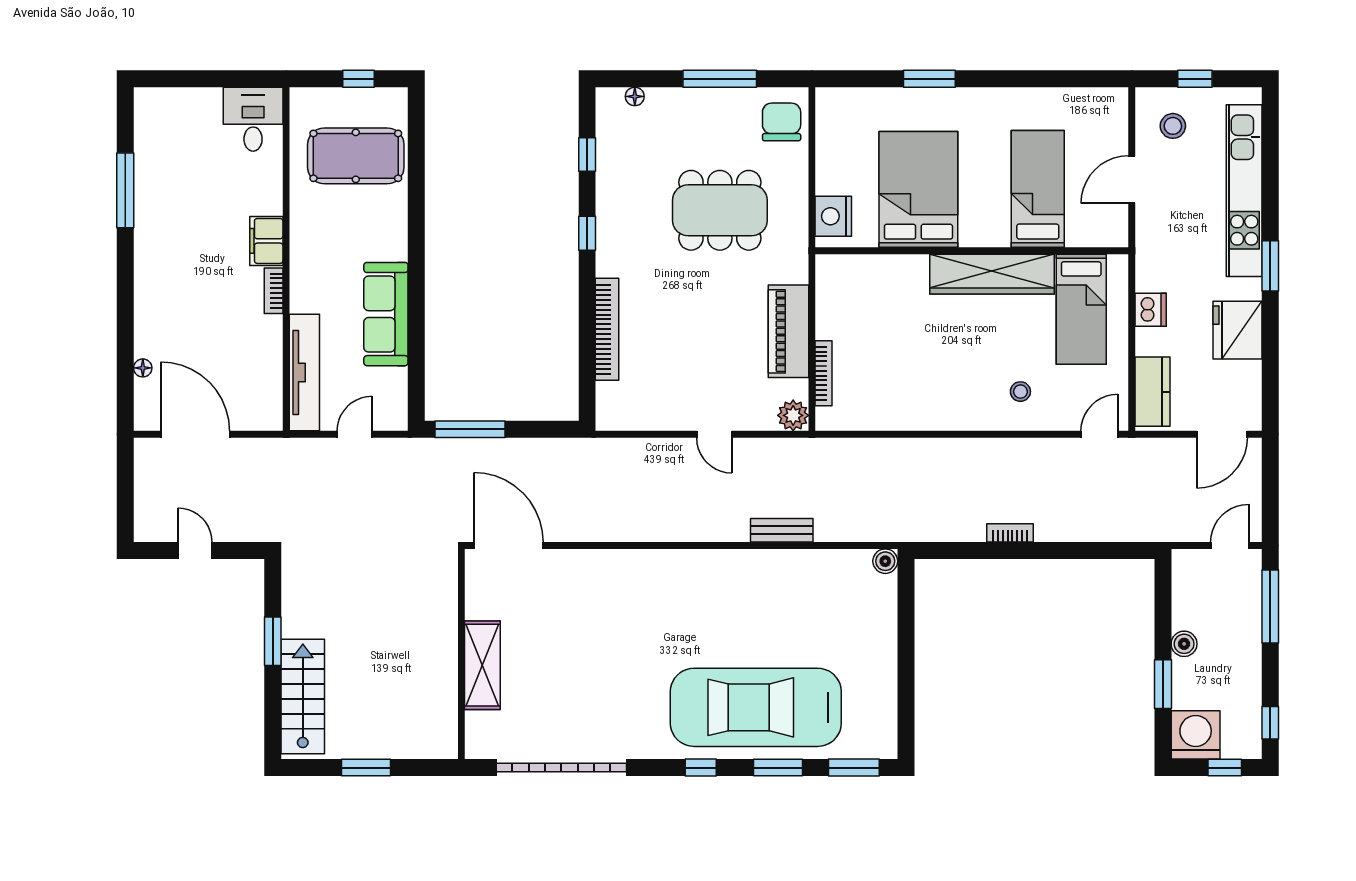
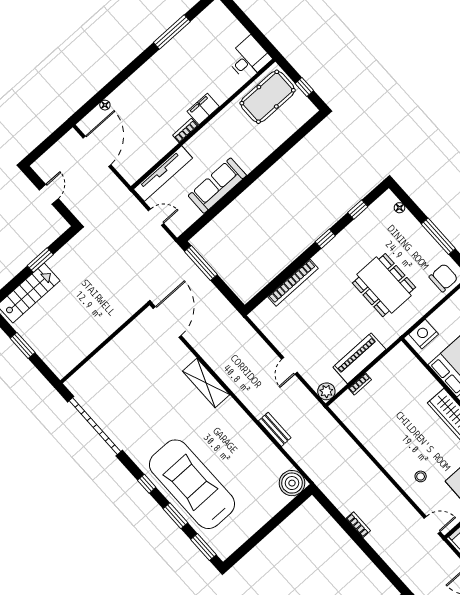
pool table: (356, 156) -> (268, 97), moved, turned 90
bookcase: (824, 373) -> (360, 384), width x0.64
boiler: (885, 561) -> (292, 483), width x1.86, depth x1.86
shelving: (482, 665) -> (206, 383), moved, turned 90

